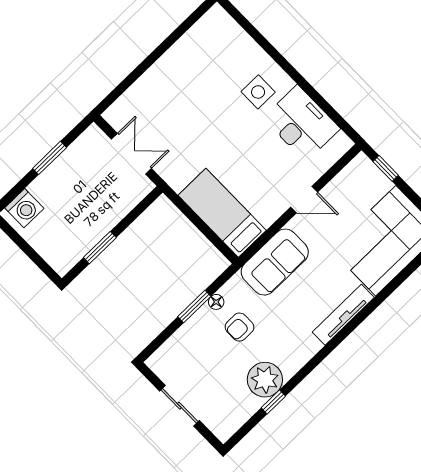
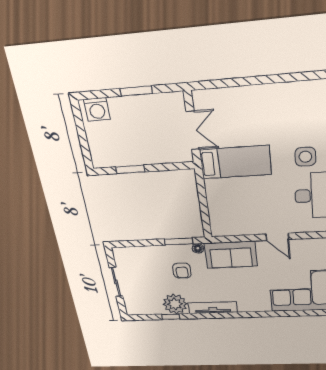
bed: (222, 213) -> (235, 162), moved, turned 90
floor lamp: (216, 302) -> (198, 248), moved
window: (194, 307) -> (179, 241), moved
tv unit: (343, 315) -> (213, 308), moved
armchair: (240, 327) -> (182, 271), turned -90

